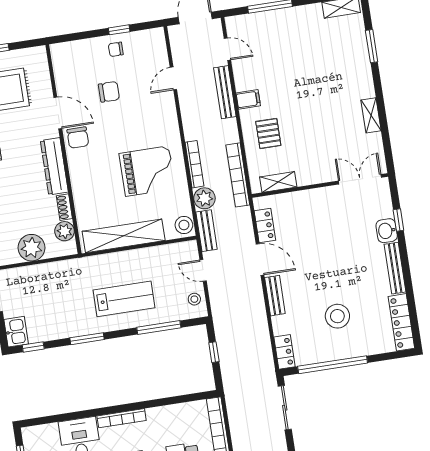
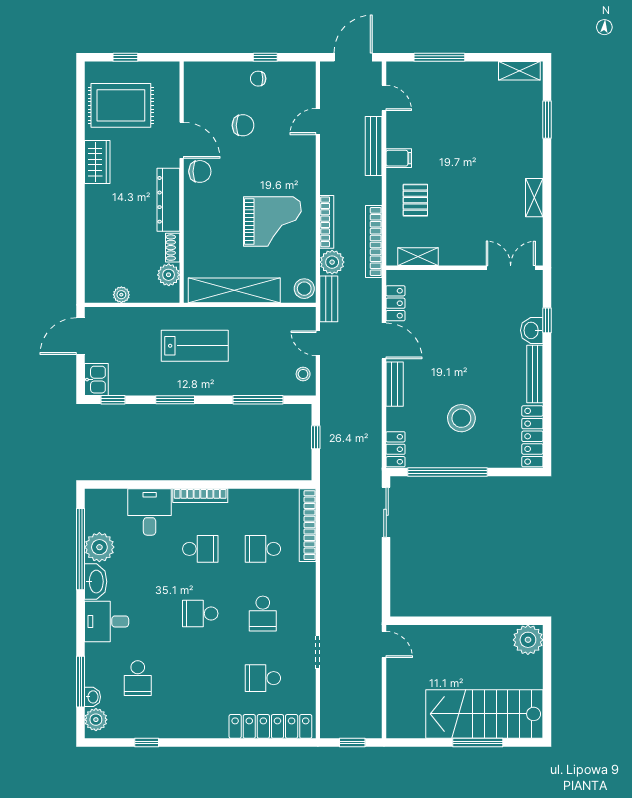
chair: (78, 138) -> (200, 171), turned -90
plant: (32, 248) -> (121, 295), width x0.53, depth x0.53
lab bench: (124, 299) -> (195, 346), moved

